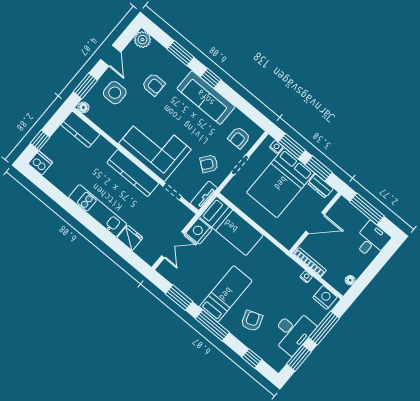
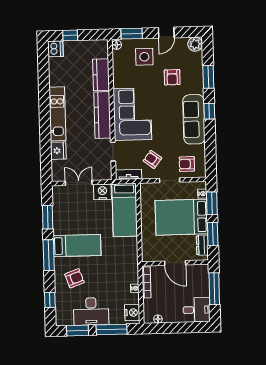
kitchen counter: (80, 129) -> (101, 75), moved
double door: (173, 245) -> (79, 183), swing flipped

